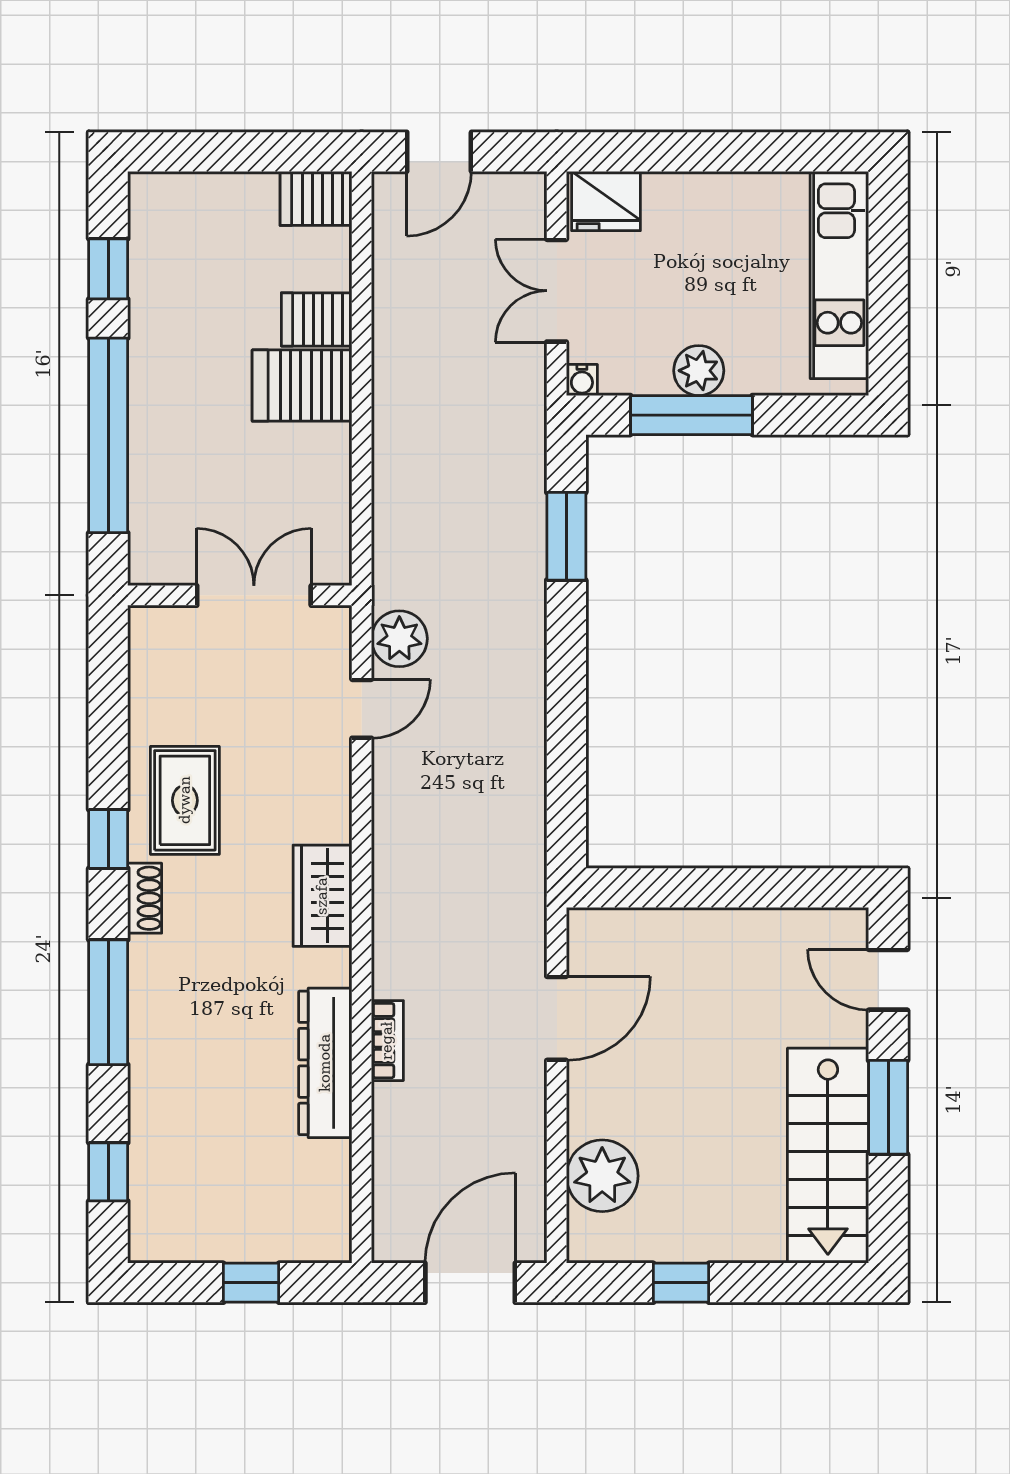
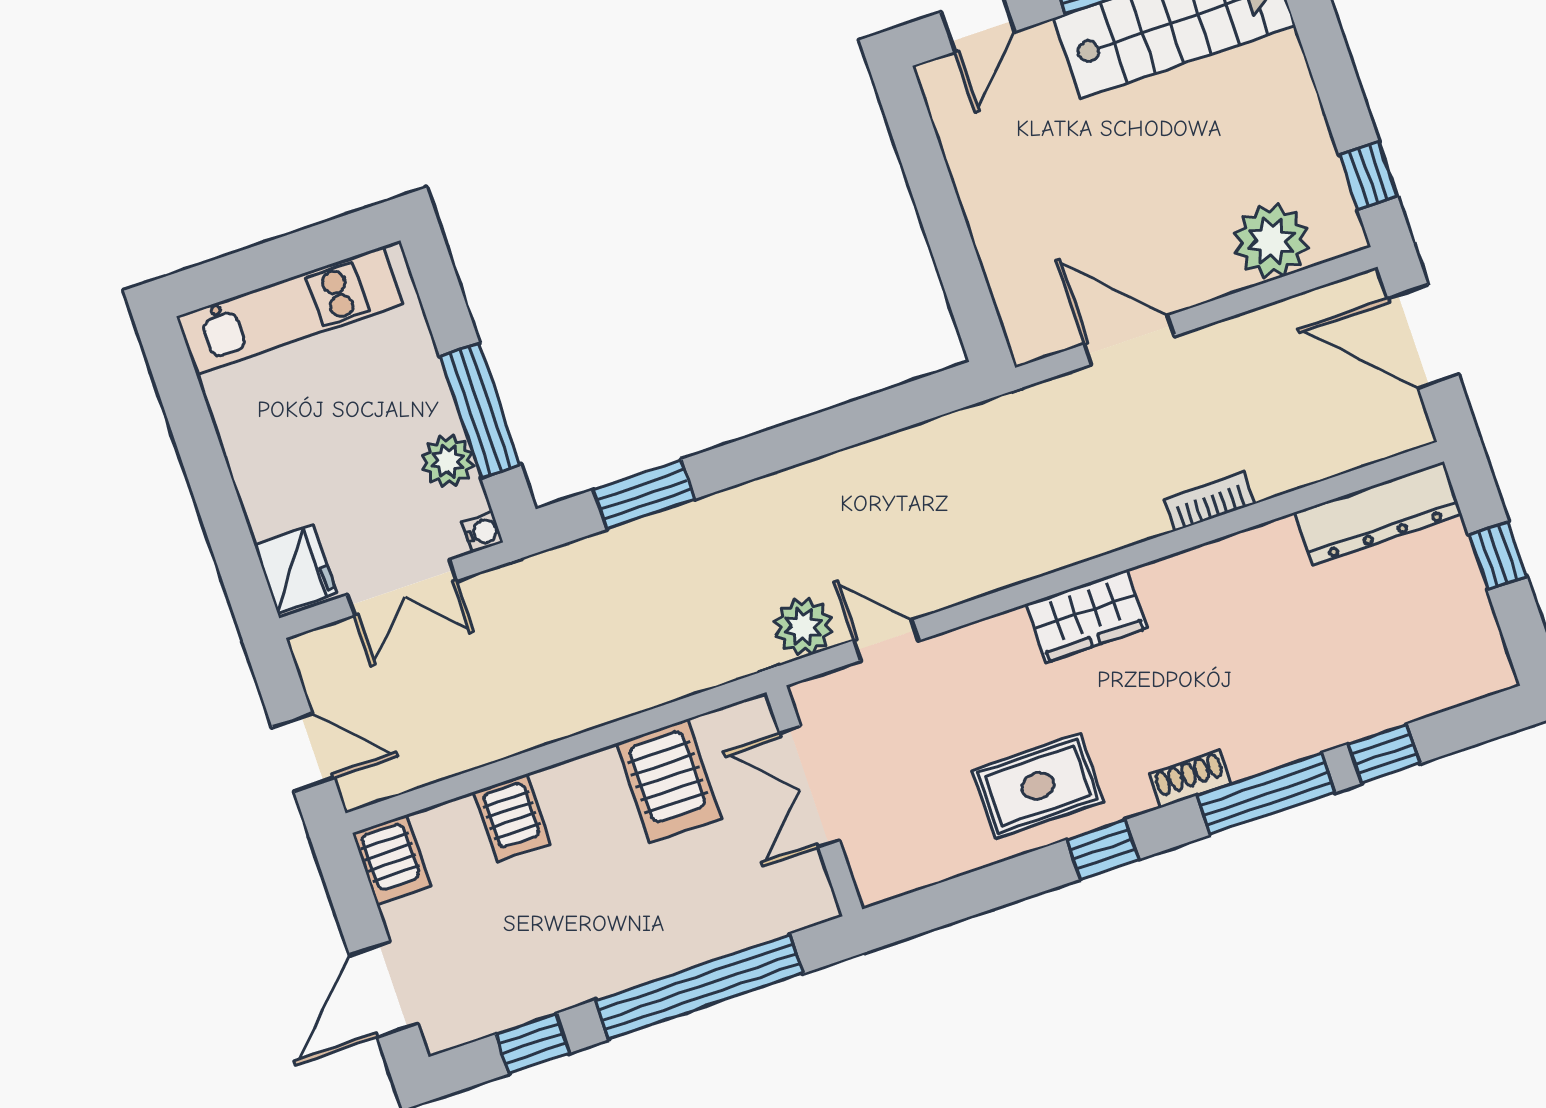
door: (202, 152) -> (384, 989), added
plant: (699, 371) -> (448, 461), moved
server rack: (302, 386) -> (669, 781), moved
shoe rack: (145, 898) -> (1190, 779), moved
dresser: (325, 1063) -> (1378, 514), moved
window: (108, 1172) -> (1384, 754), moved
window: (681, 1283) -> (1368, 175), moved

